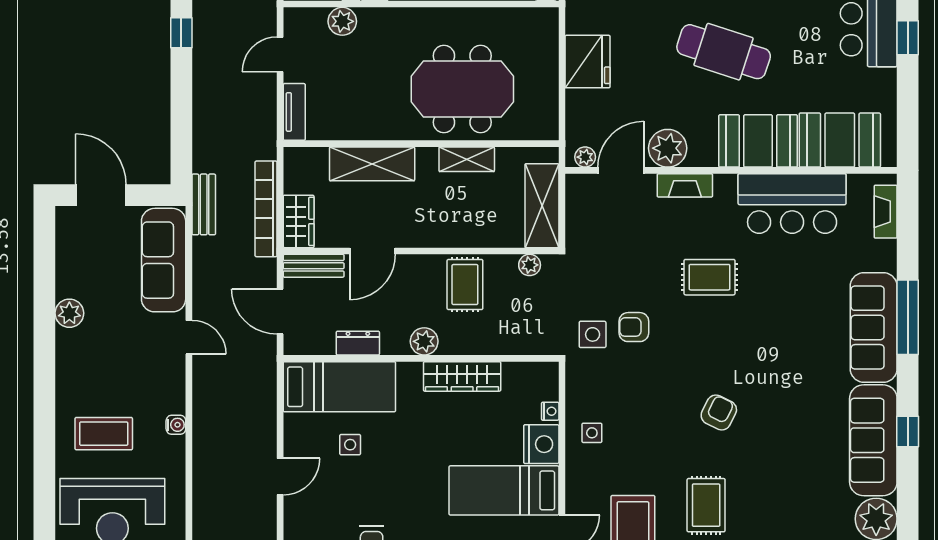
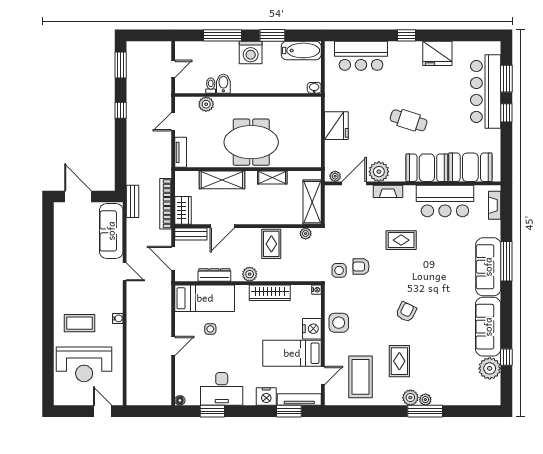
cafe table: (724, 52) -> (409, 120), width x0.73, depth x0.74
meeting table: (462, 89) -> (251, 142), moved
plant: (69, 313) -> (61, 259), removed
dresser: (358, 343) -> (214, 275), width x1.44
nightstand: (550, 411) -> (317, 290), moved
window: (908, 432) -> (506, 357), moved
side table: (592, 433) -> (339, 323), width x1.87, depth x1.87

